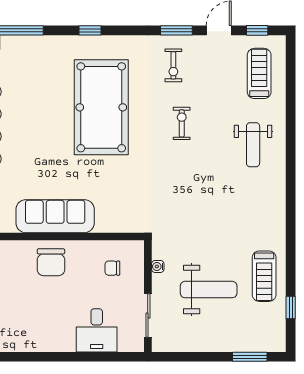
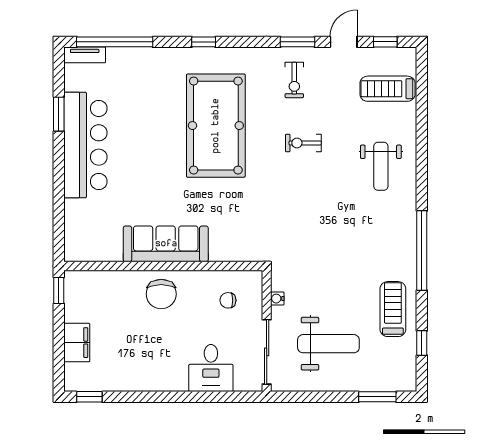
treadmill: (259, 73) -> (387, 89), turned -90
exercise bike: (182, 123) -> (303, 143), turned -90
window: (291, 222) -> (422, 251), added
treadmill: (264, 276) -> (393, 309), turned 180
weight bench: (209, 290) -> (328, 344), moved
sliding door: (148, 316) -> (267, 352), width x1.37

